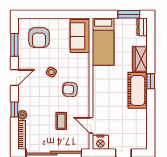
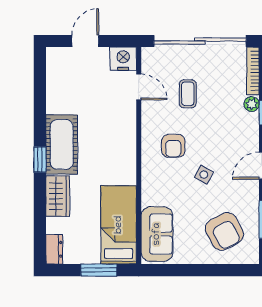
window: (129, 14) -> (99, 270), moved
armchair: (39, 38) -> (224, 231), turned 152
armchair: (70, 90) -> (173, 146), turned 87

